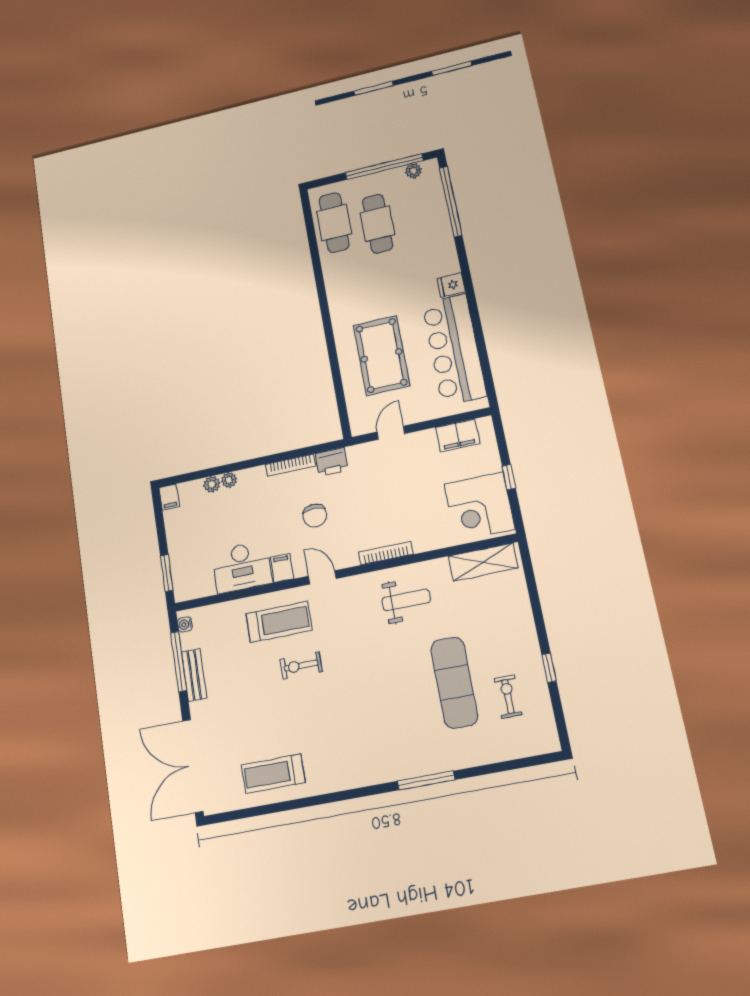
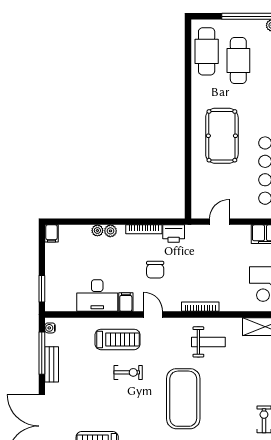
pool table: (381, 355) -> (222, 136), moved
plant: (212, 484) -> (110, 231), moved
exercise bike: (301, 666) -> (128, 372), turned 180
exercise mat: (454, 683) -> (183, 399), moved, width x1.47

